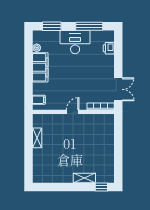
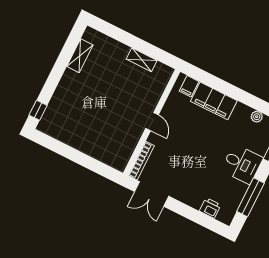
desk: (75, 42) -> (242, 164), width x0.73
filing cabinet: (40, 67) -> (214, 101), moved
shelving: (84, 178) -> (80, 56), moved

